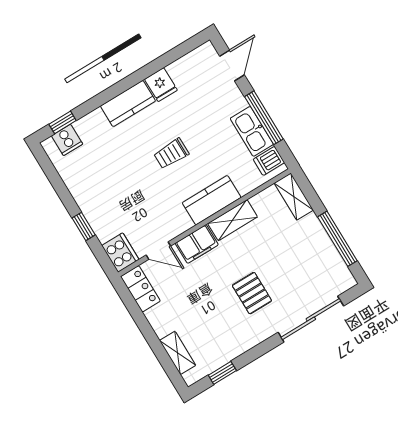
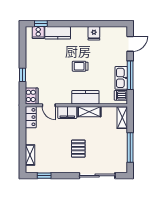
kitchen counter: (128, 103) -> (58, 33), moved

